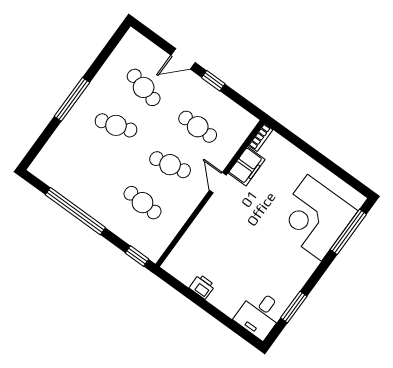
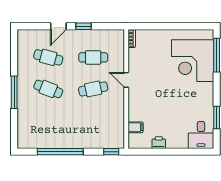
cafe table: (116, 125) -> (48, 89), turned 39
filing cabinet: (247, 166) -> (135, 127), moved, width x0.50
cafe table: (143, 203) -> (93, 120), removed

